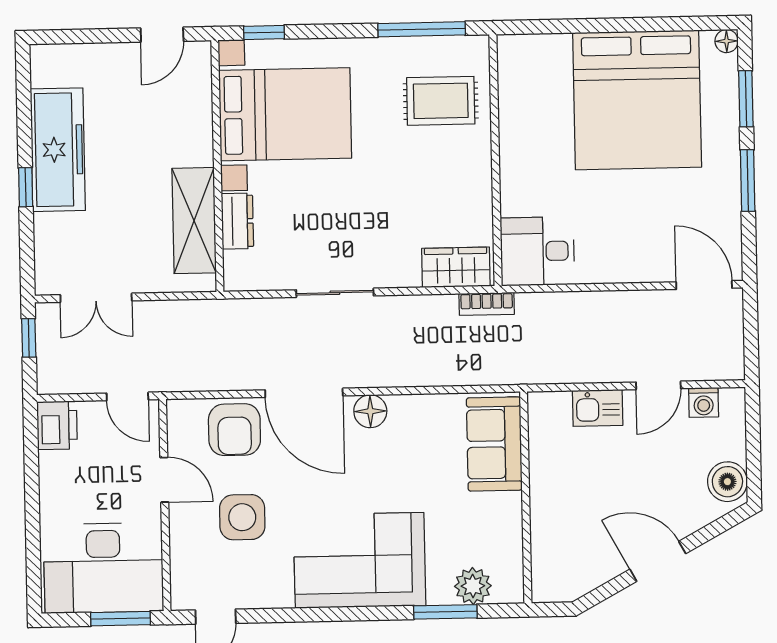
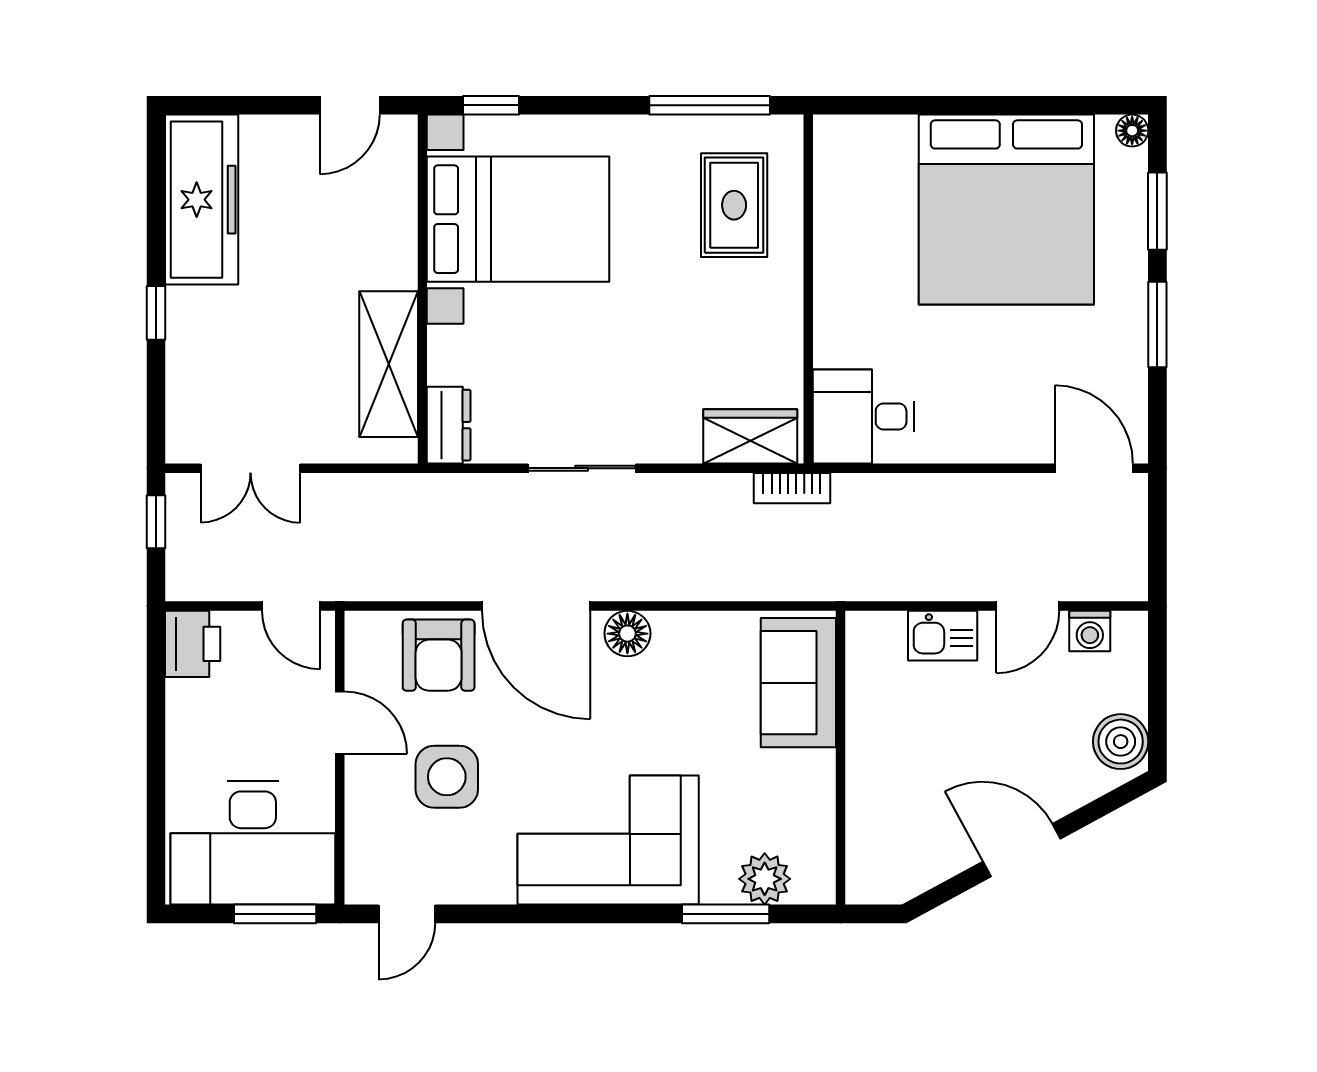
rug: (441, 101) -> (734, 205), turned 90
freezer: (58, 150) -> (202, 200), moved
dresser: (237, 221) -> (449, 425), moved

